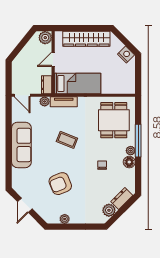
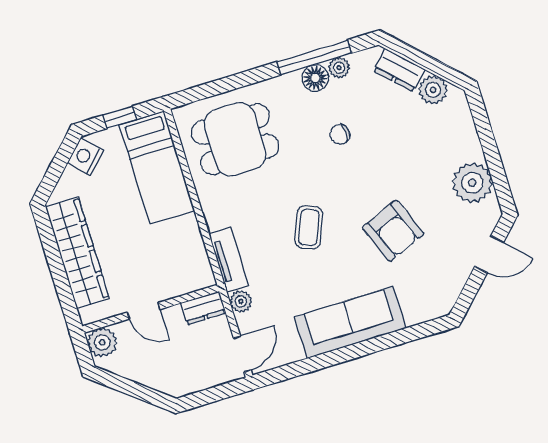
window: (138, 74) -> (120, 117), added
bed: (78, 83) -> (157, 167), moved, turned 180
window: (138, 141) -> (314, 57), moved
plant: (131, 151) -> (339, 68), moved
armchair: (60, 184) -> (393, 231), moved
door: (25, 205) -> (489, 255), moved
plant: (65, 219) -> (472, 183), width x1.88, depth x1.88

